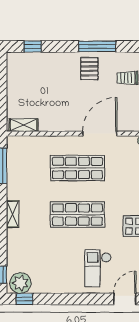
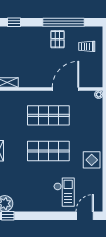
window: (97, 46) -> (64, 22), width x1.46
checkout: (98, 268) -> (64, 192), turned 180

